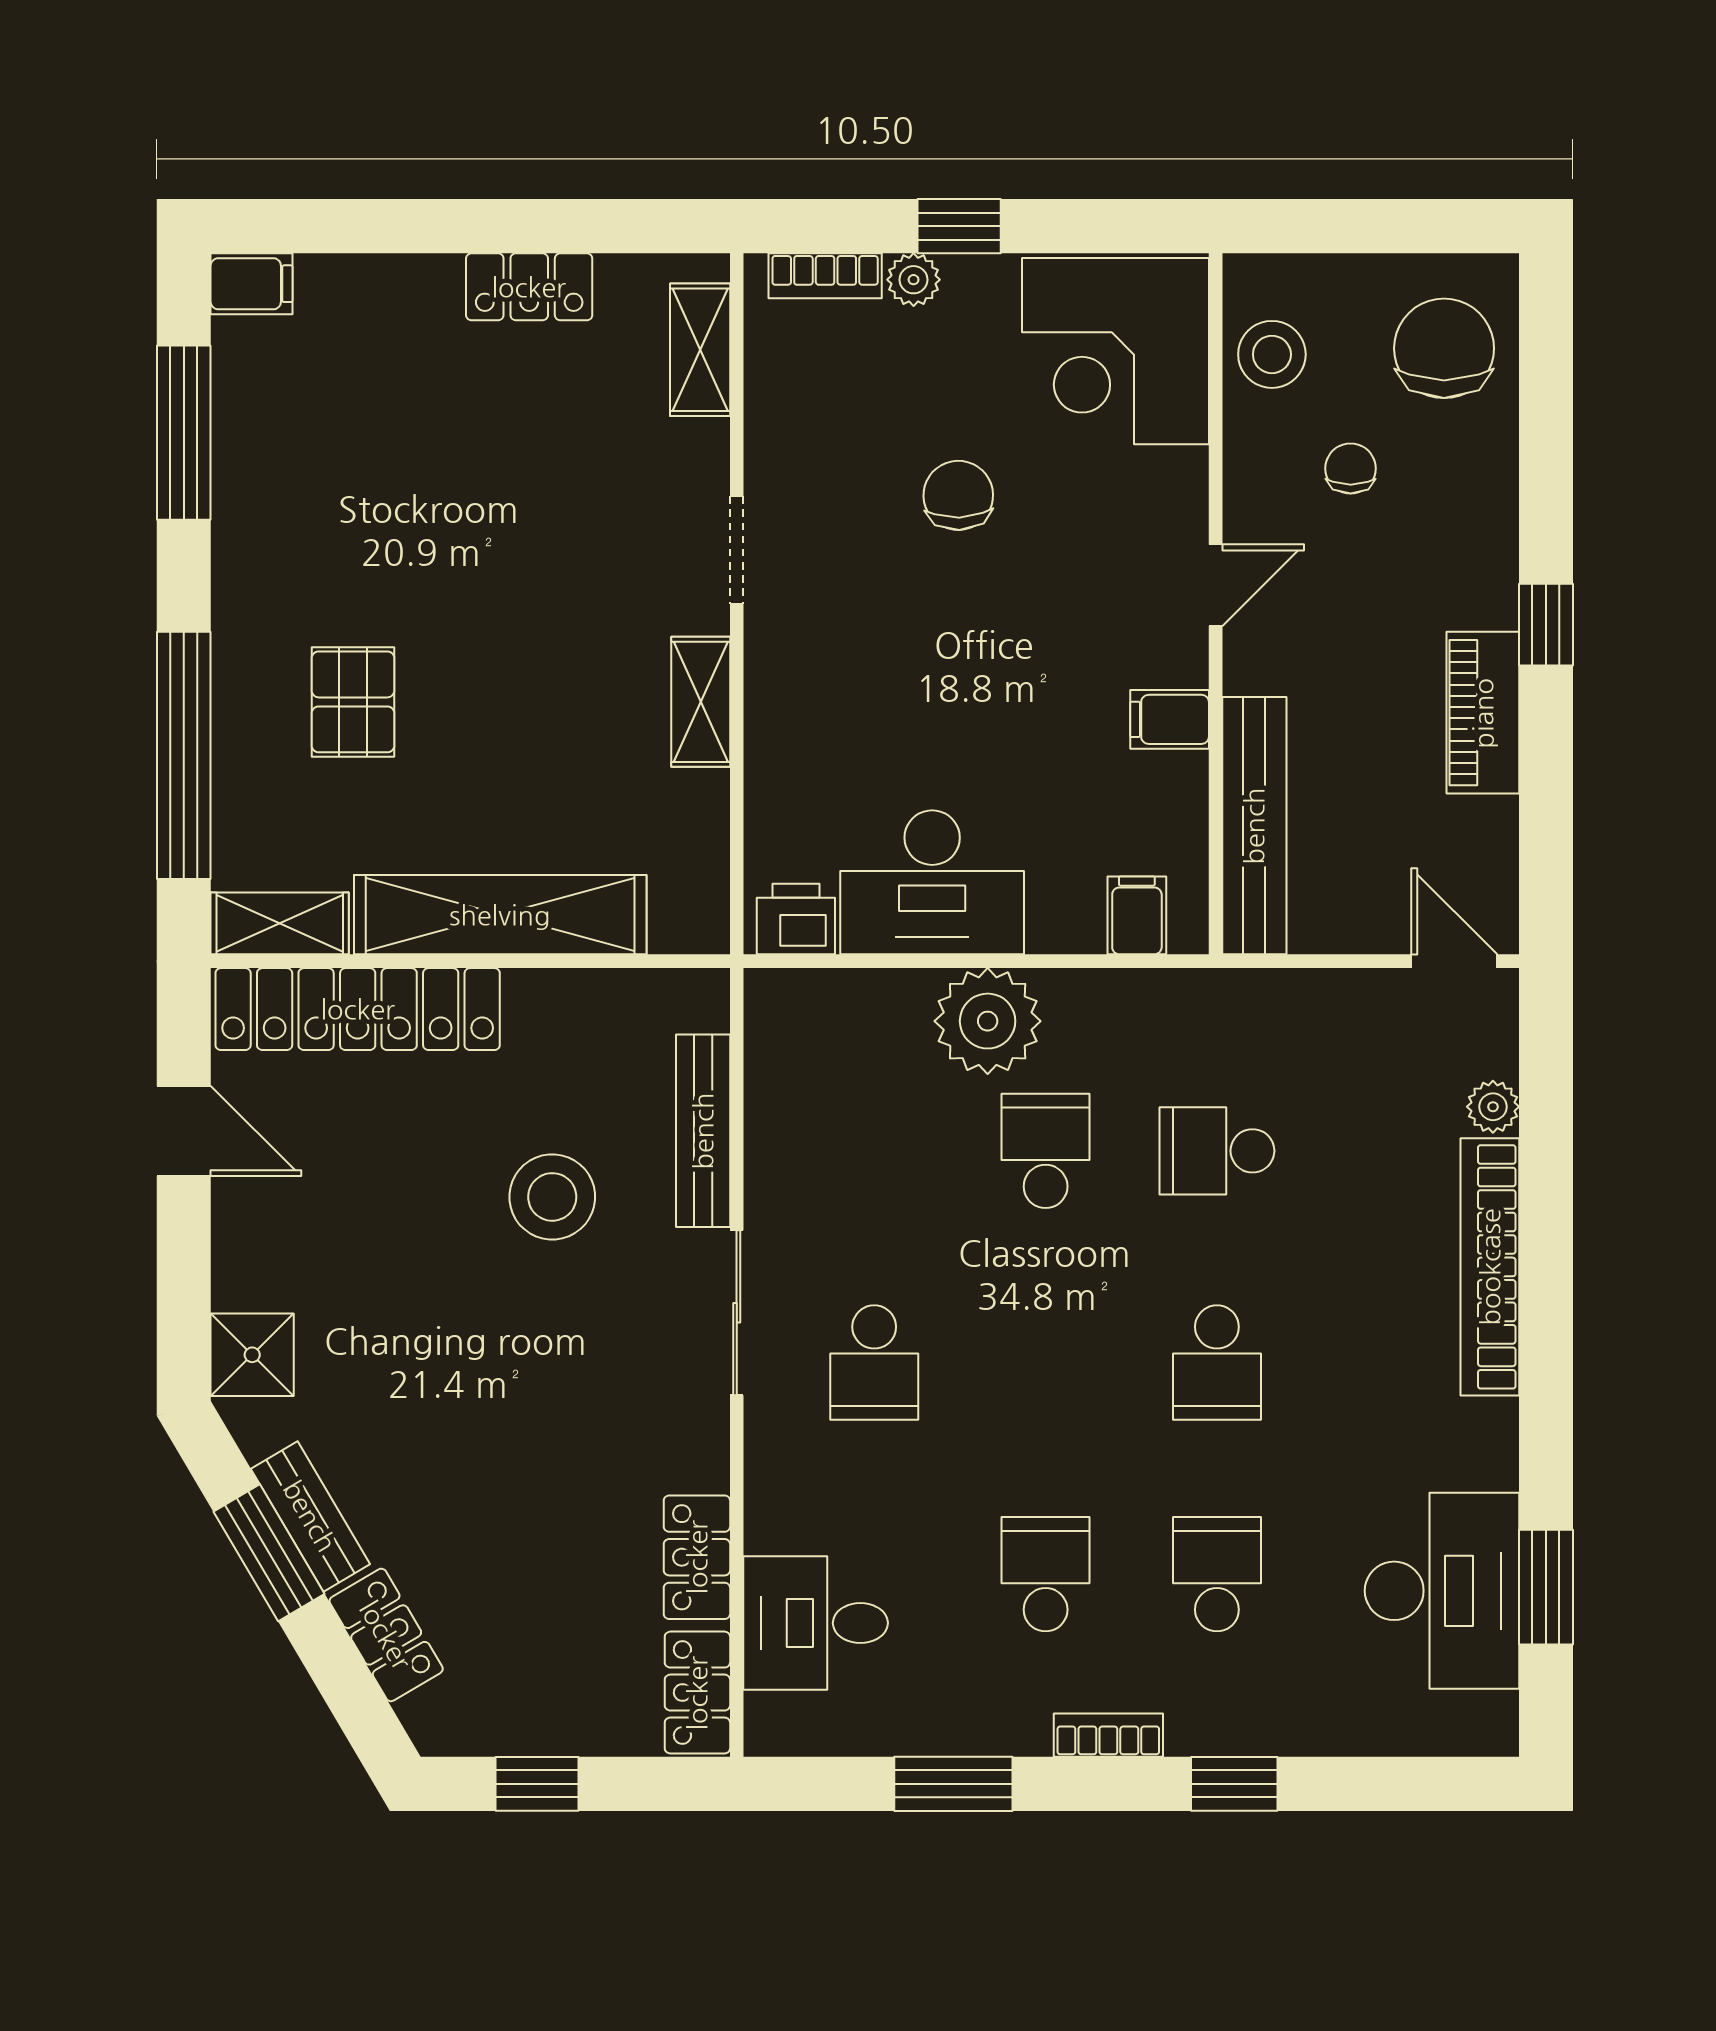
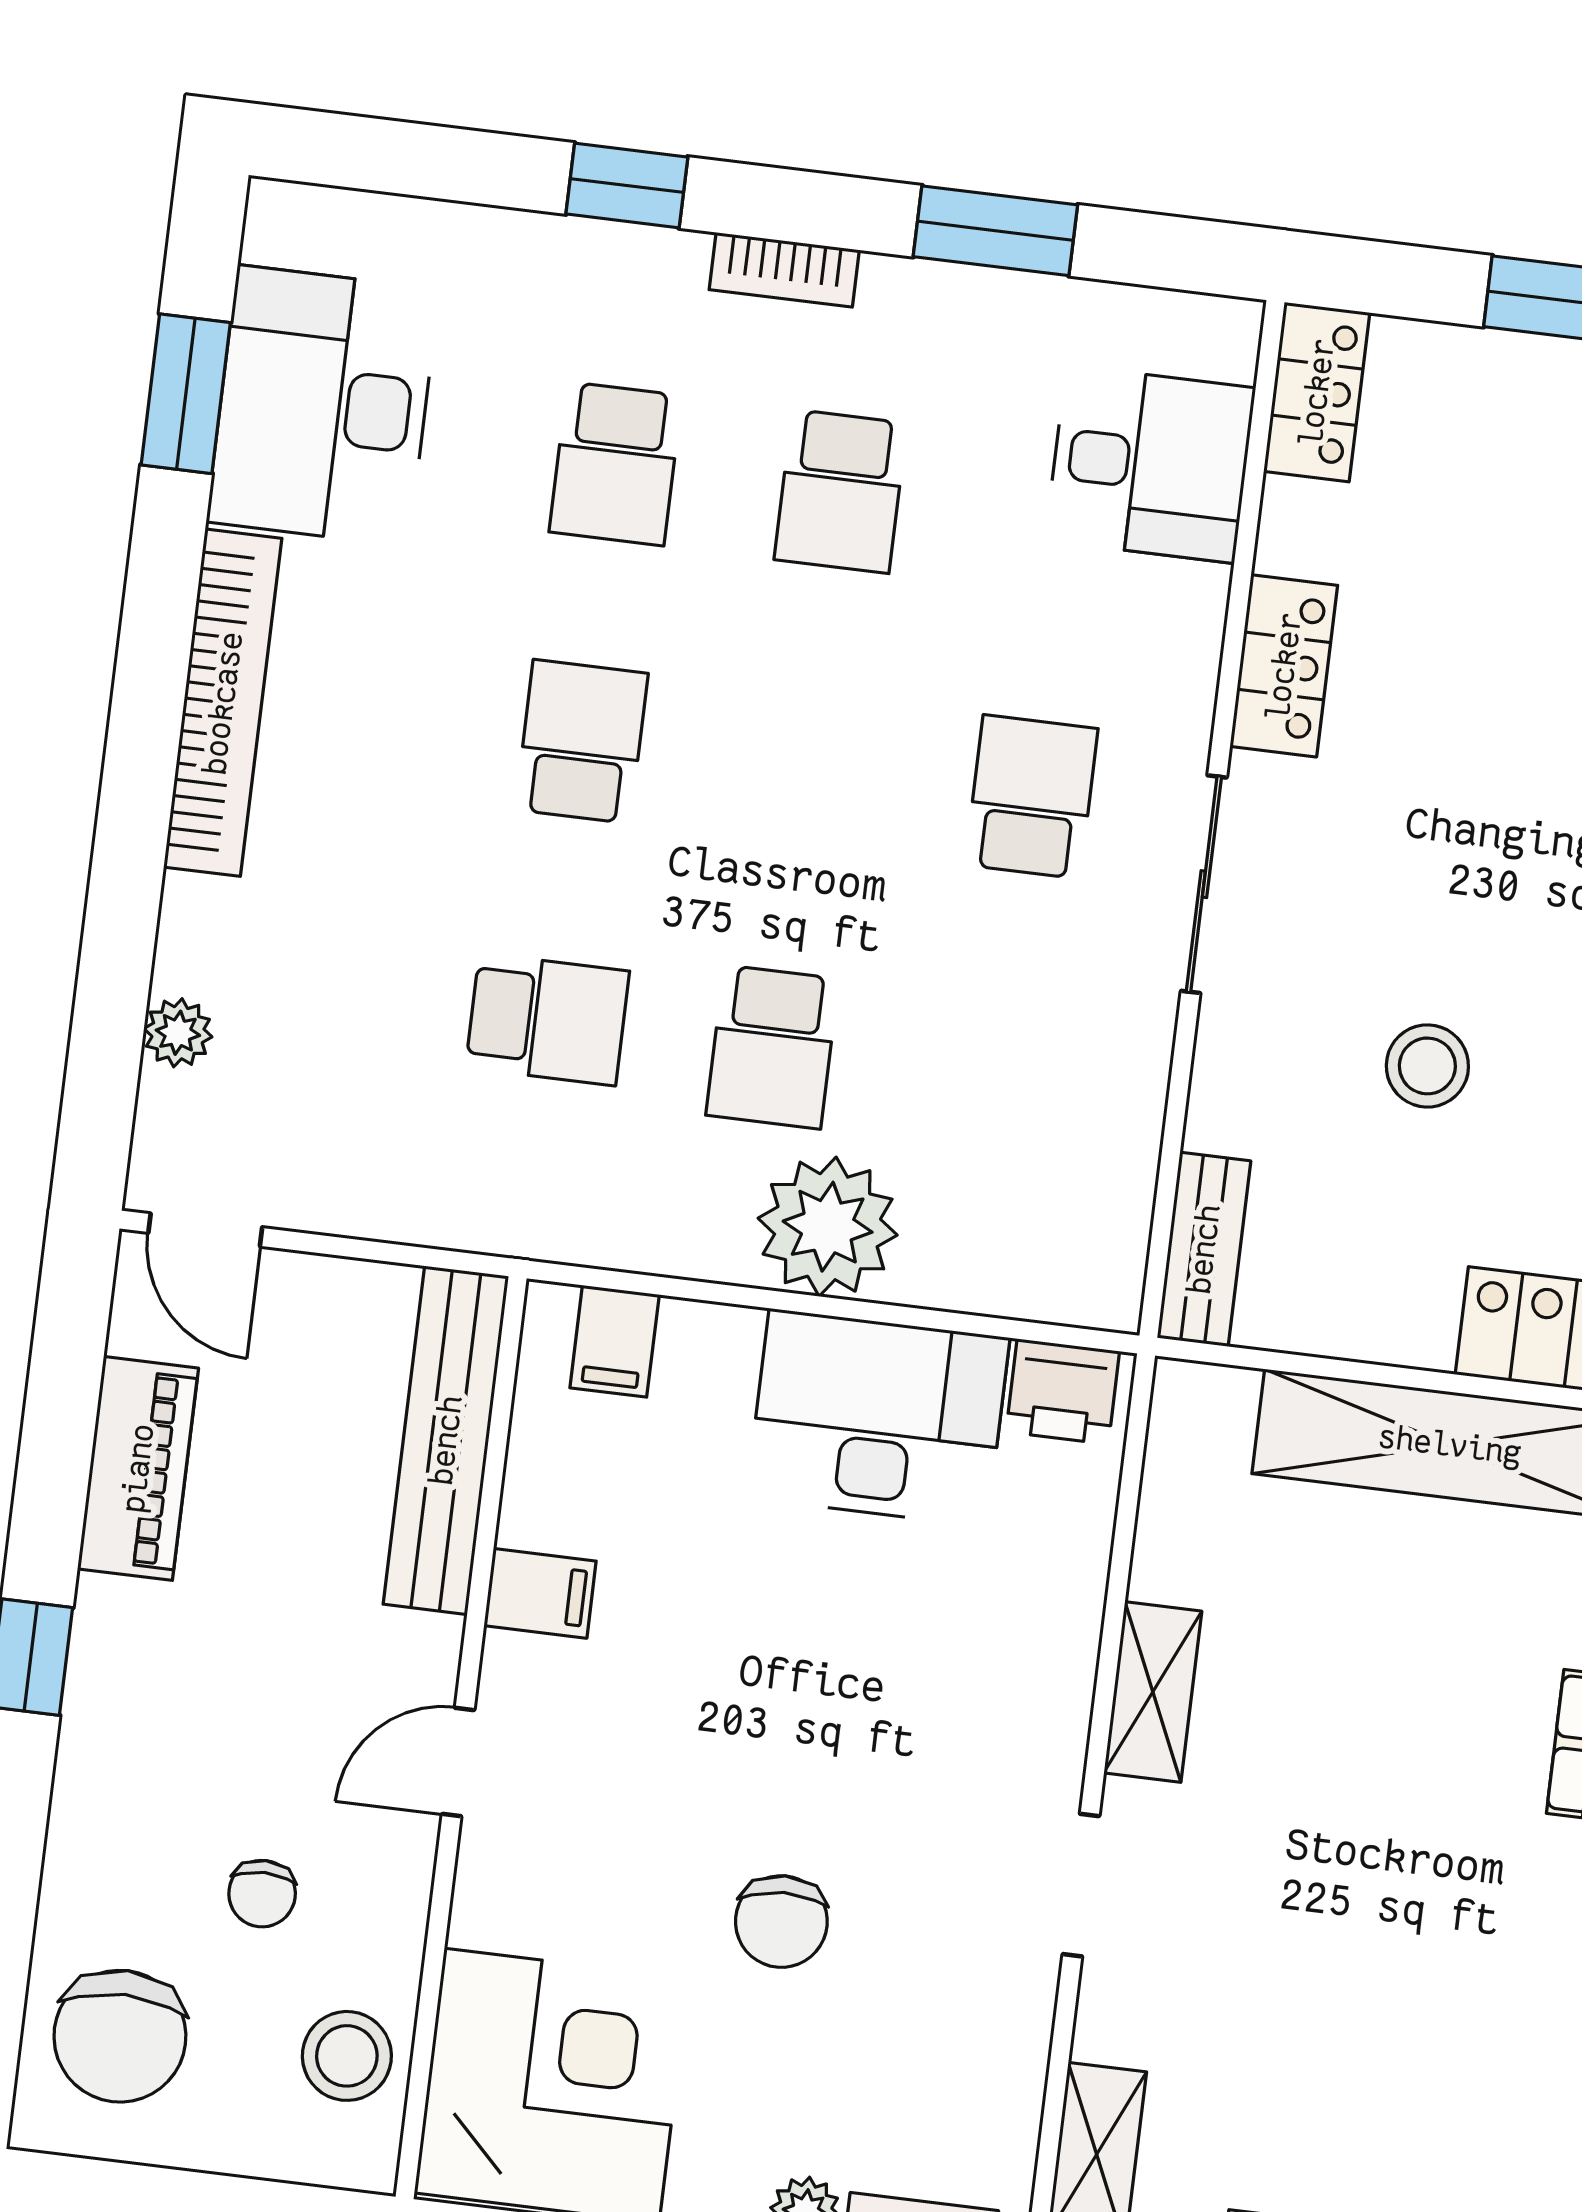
piano: (1483, 713) -> (138, 1468), moved
bench: (703, 1131) -> (1204, 1249), moved, width x0.73
stool: (552, 1197) -> (1427, 1066), width x0.73, depth x0.73
bookcase: (1490, 1267) -> (223, 703), moved
locker: (697, 1557) -> (1284, 666), moved

